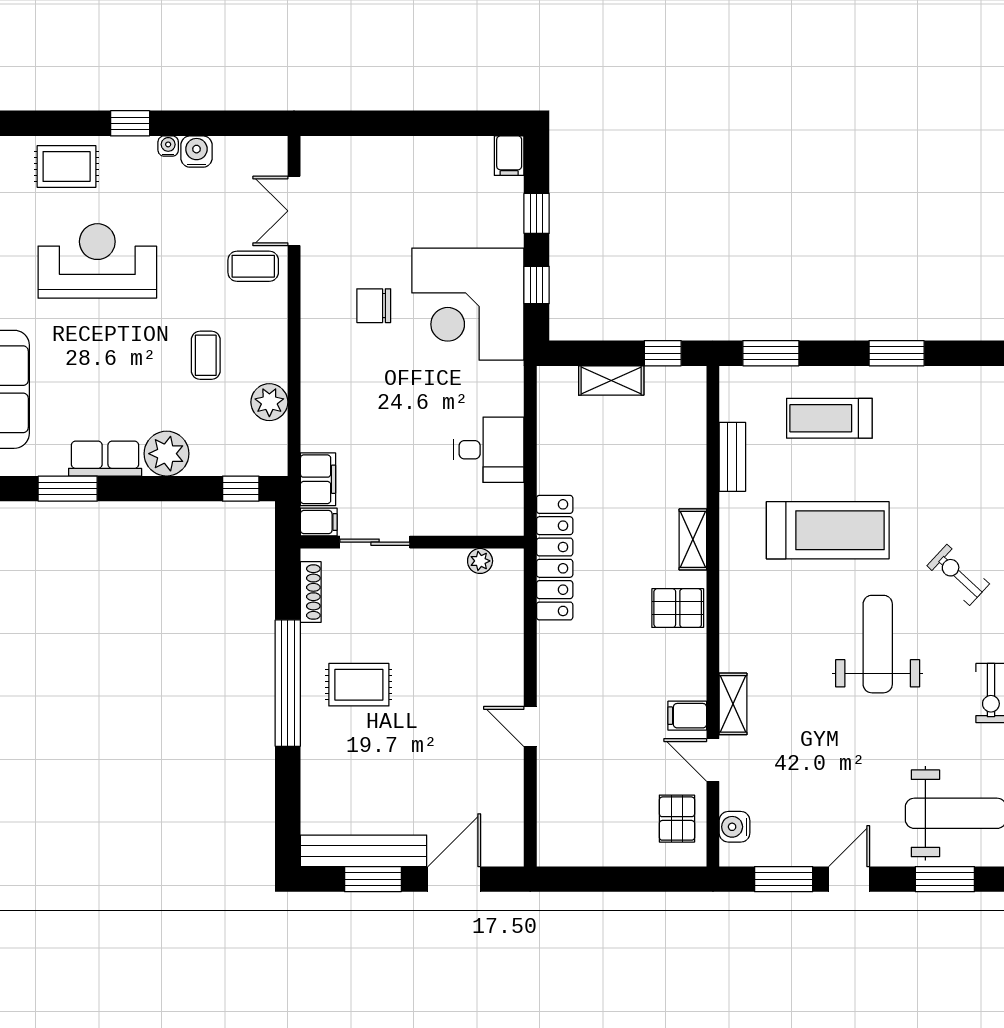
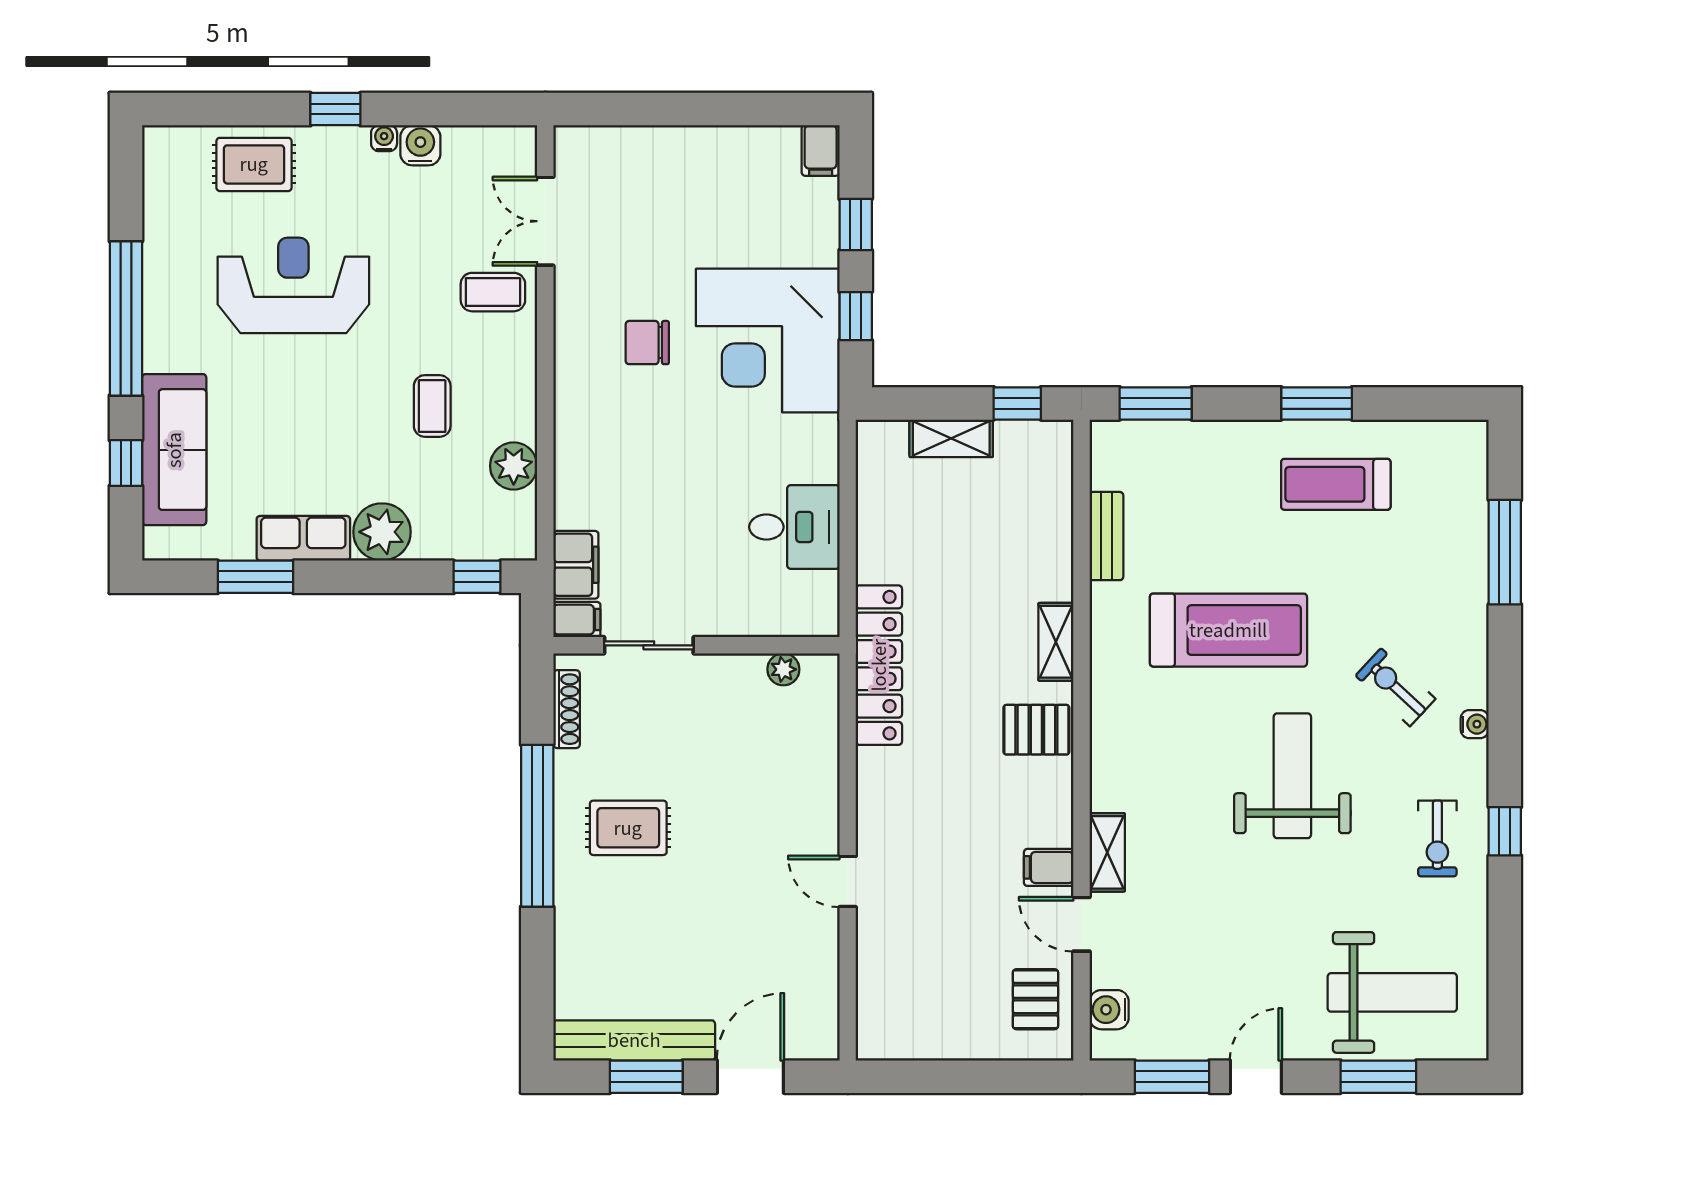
treadmill: (829, 418) -> (1336, 484), moved

